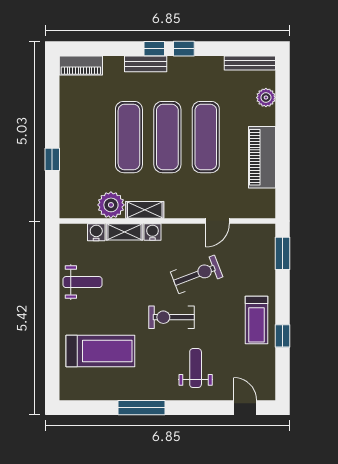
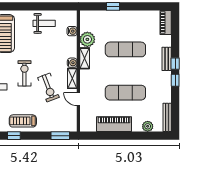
exercise mat: (167, 137) -> (125, 71), removed
shelving: (124, 232) -> (72, 78), moved
weight bench: (82, 282) -> (44, 23), turned -90

